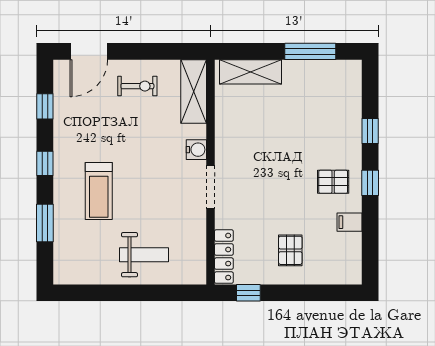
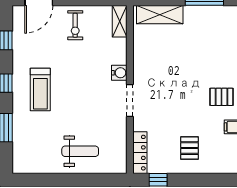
exercise bike: (137, 86) -> (75, 25), turned 90
shelving: (194, 91) -> (120, 21), width x0.67, depth x0.75
treadmill: (99, 191) -> (40, 89), moved

